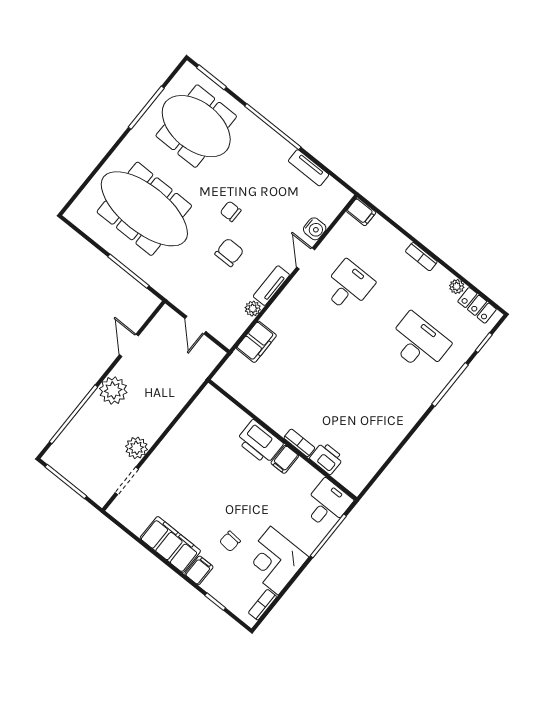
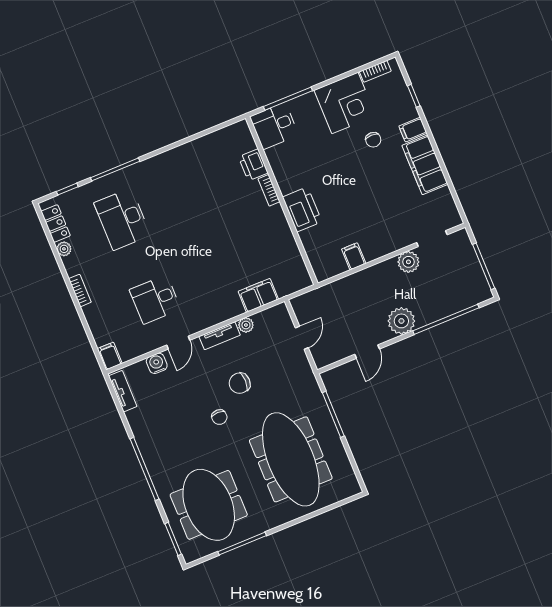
tv unit: (309, 168) -> (123, 391), moved
filing cabinet: (285, 459) -> (354, 256), moved, turned -90
chair: (230, 541) -> (373, 140), turned 85

